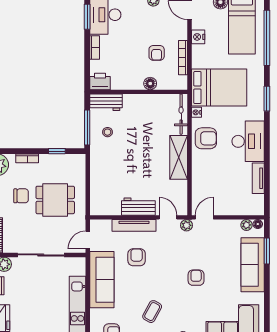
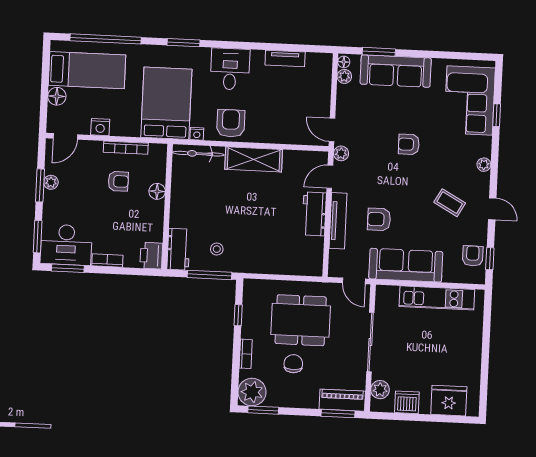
desk: (248, 141) -> (230, 69), width x0.73
dining table: (55, 200) -> (301, 320), width x1.37

